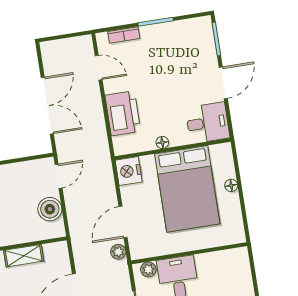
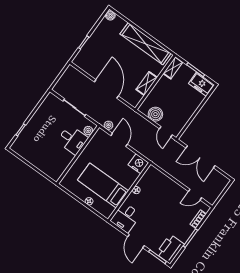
printer: (123, 113) -> (170, 249), moved, turned 90
bed: (187, 189) -> (103, 185), width x0.67

